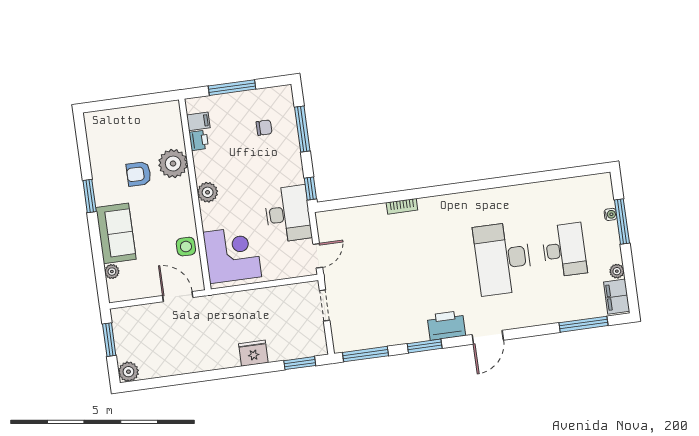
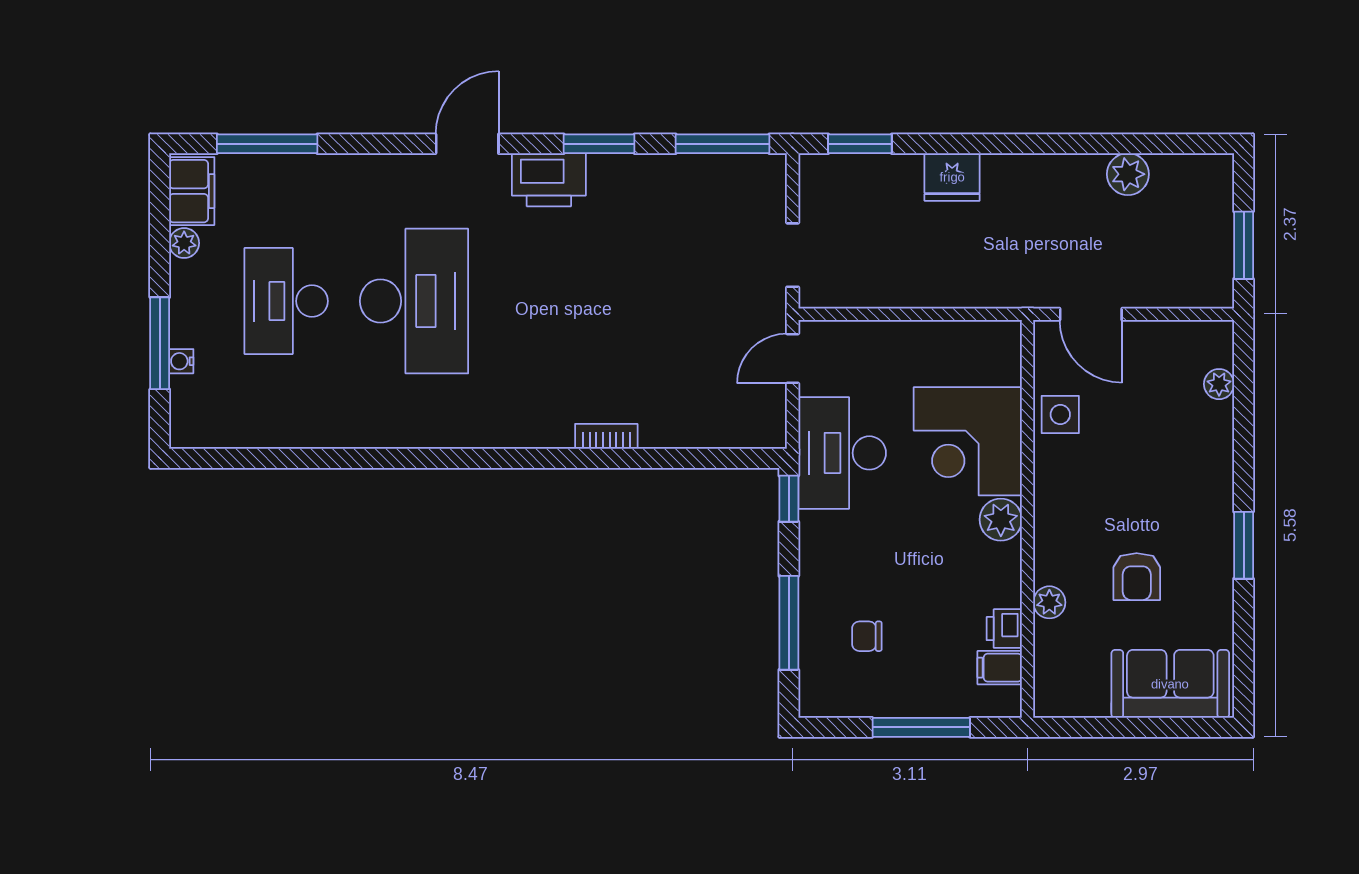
plant: (173, 164) -> (1049, 602), width x0.53, depth x0.53
armchair: (139, 174) -> (1137, 577), turned 90
sofa: (116, 233) -> (1170, 684), moved, turned 90
corner desk: (232, 254) -> (968, 441), moved
plant: (128, 372) -> (1128, 174), moved

